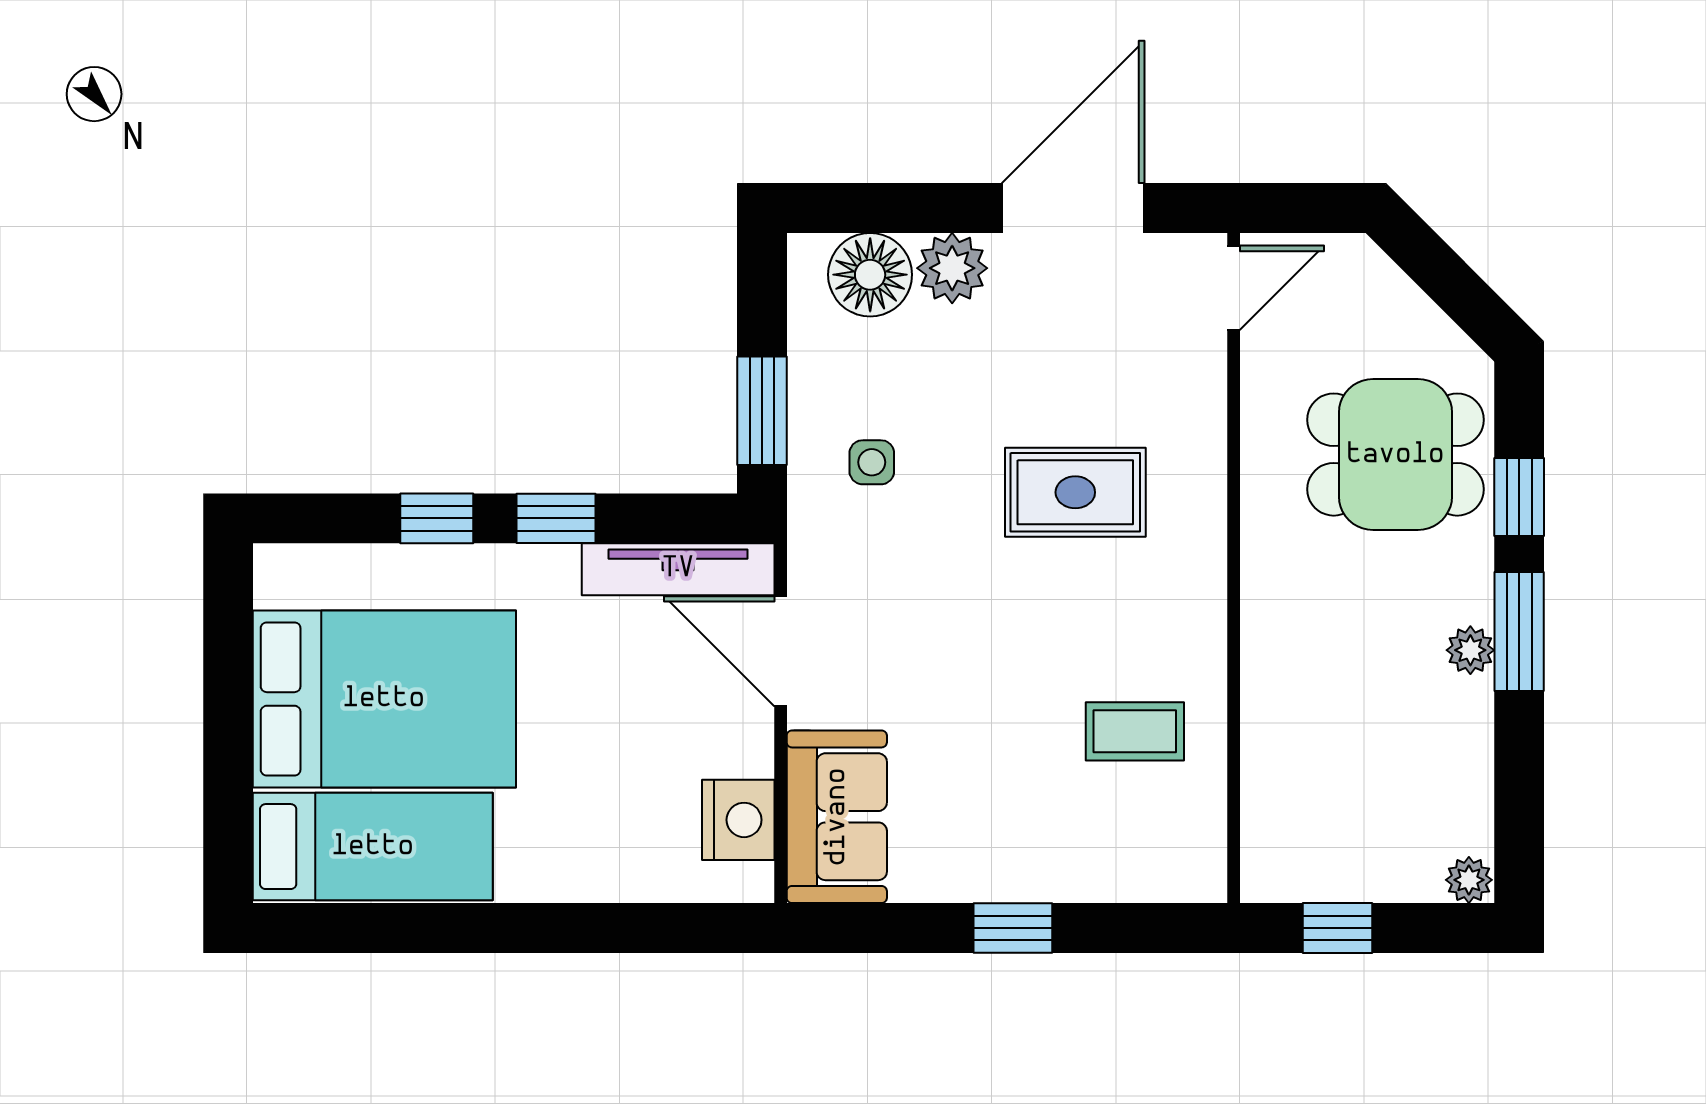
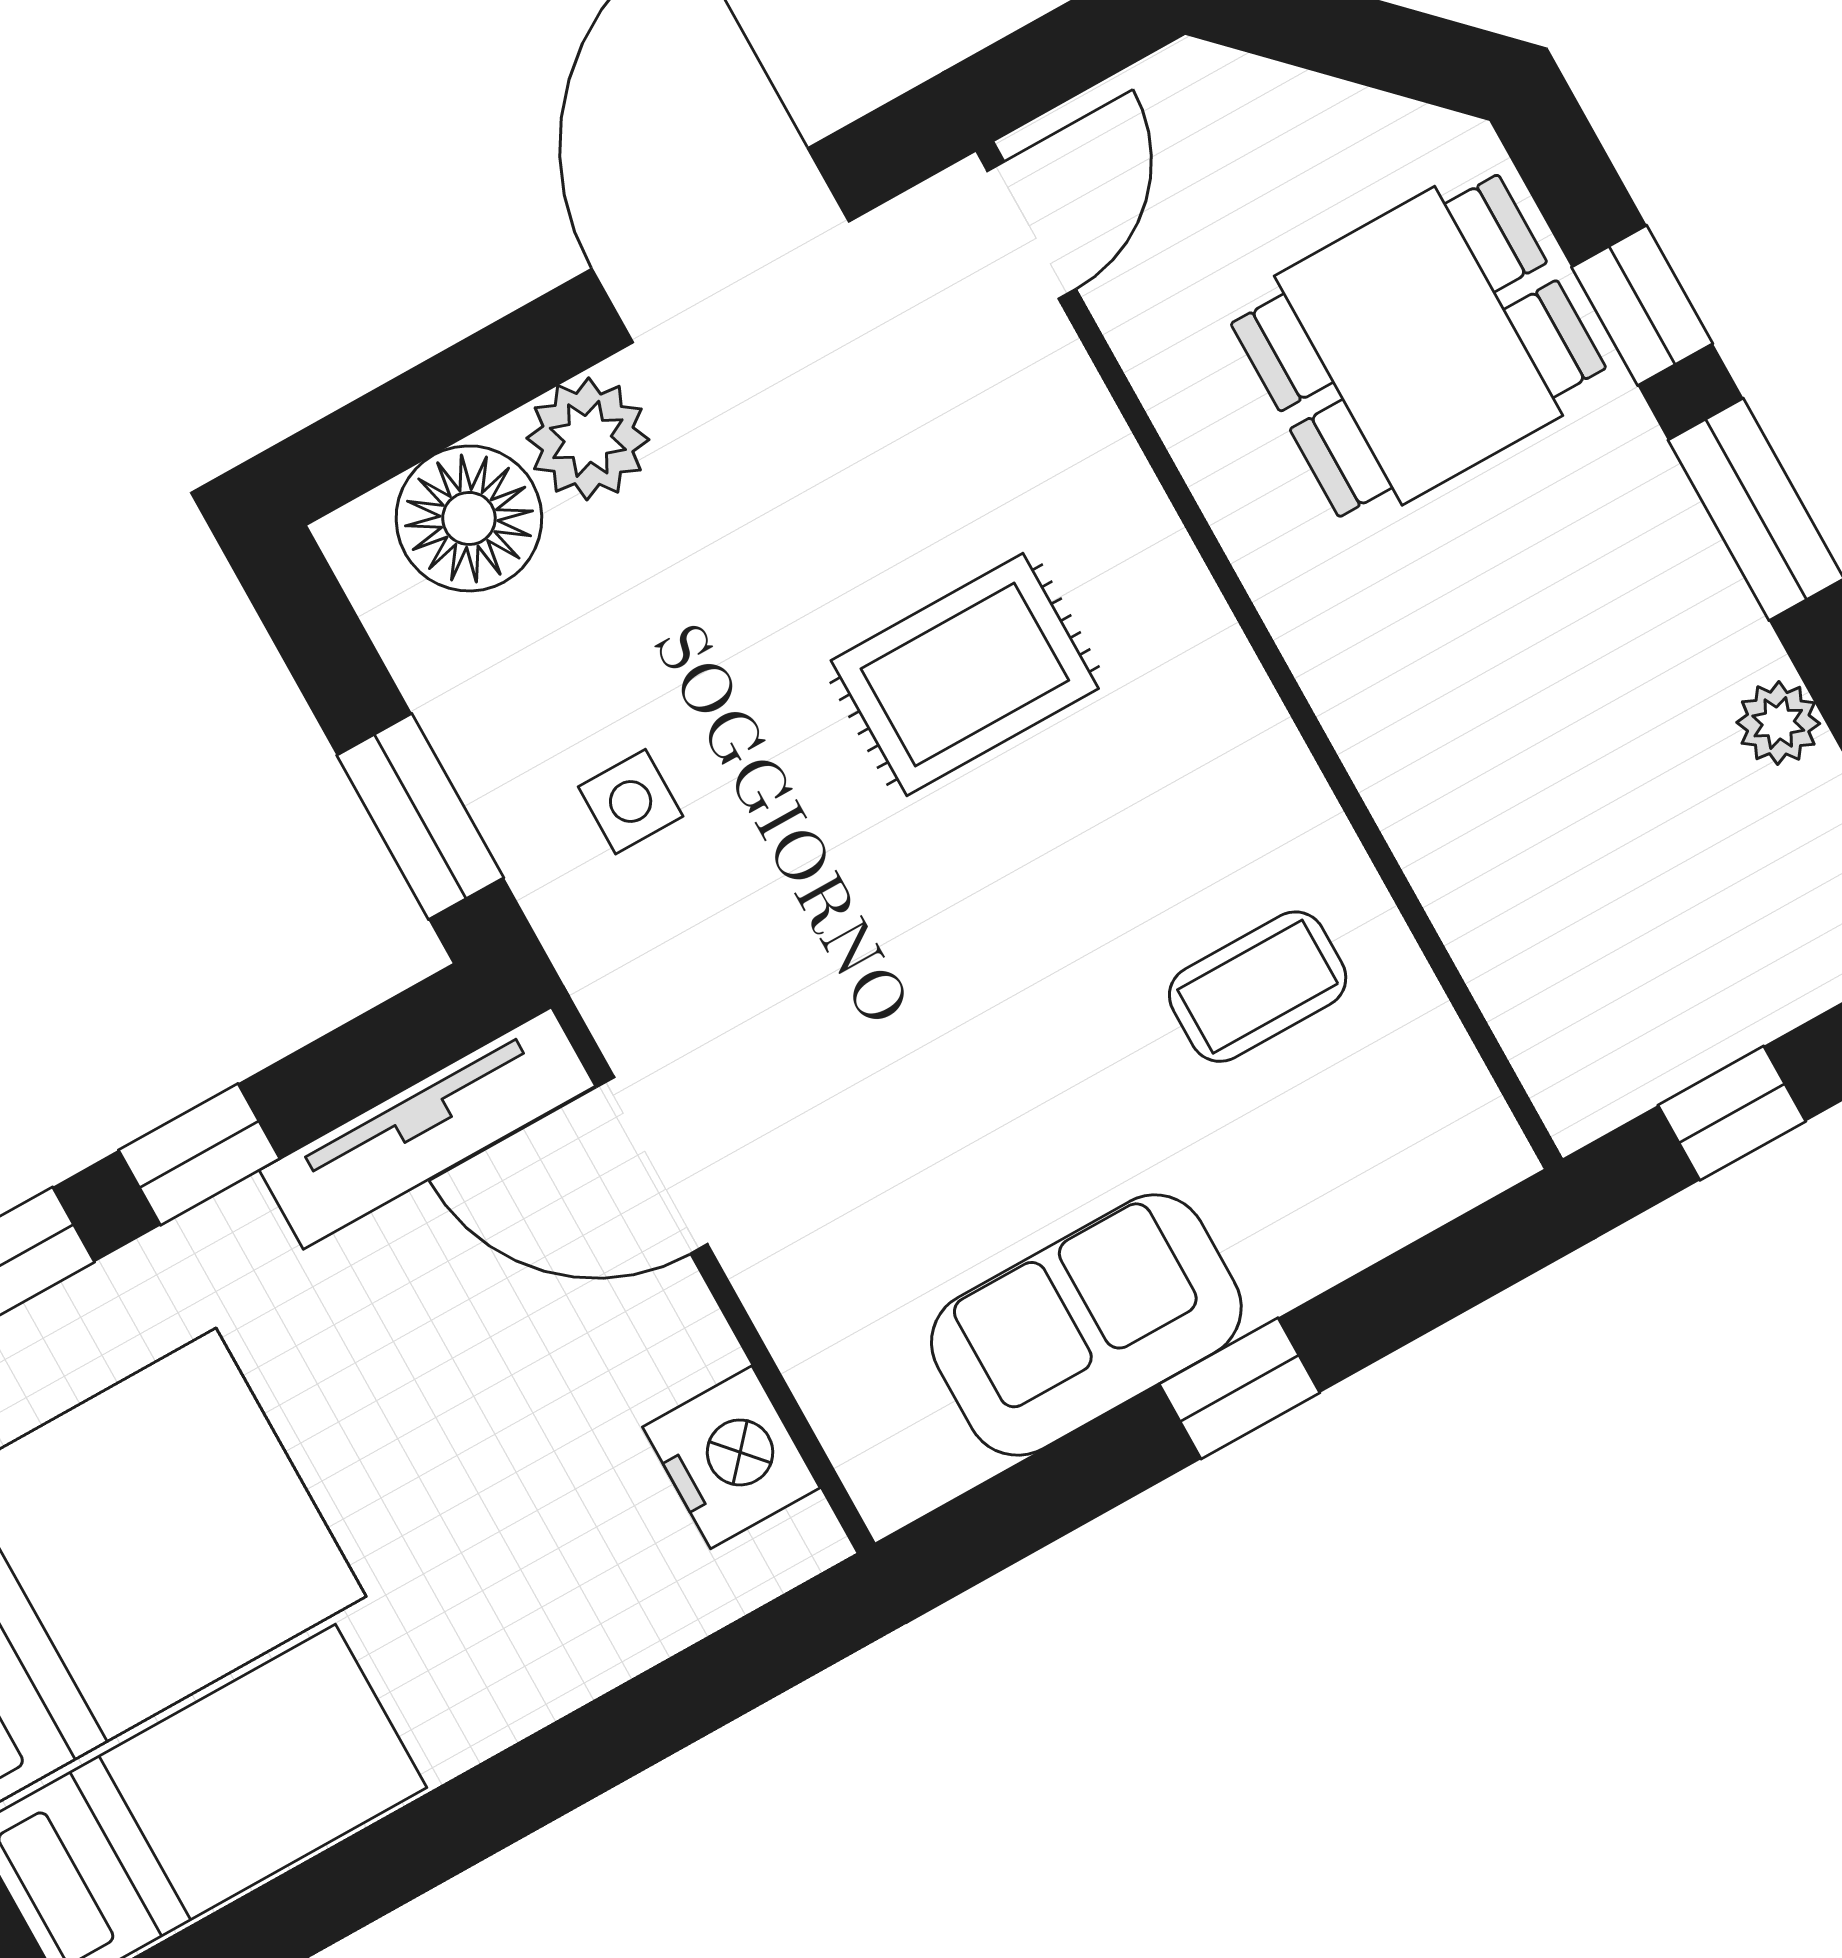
plant: (1470, 650) -> (1778, 723), moved
sofa: (837, 817) -> (1086, 1325), moved, turned -90

